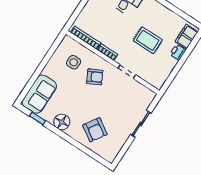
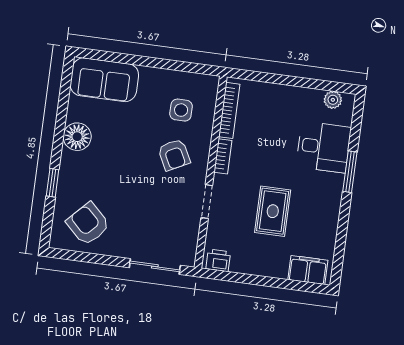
printer: (178, 52) -> (218, 260), moved
window: (37, 118) -> (53, 183), moved
sliding door: (141, 124) -> (155, 266), moved
armchair: (95, 130) -> (88, 224), moved, turned 101

